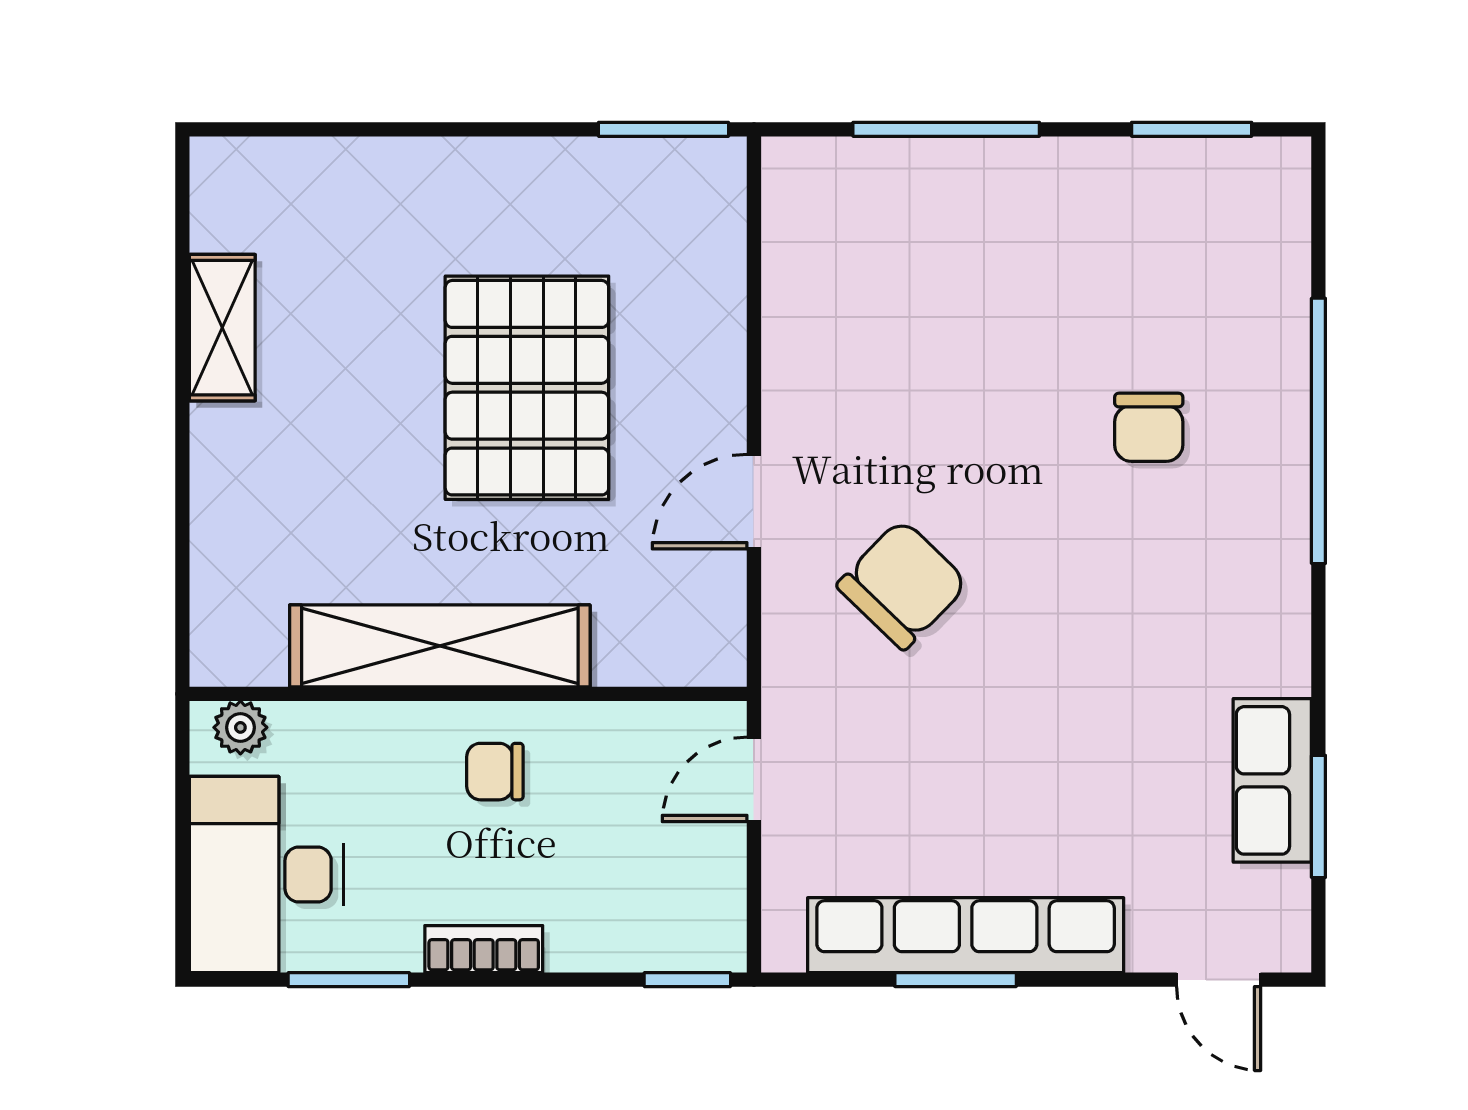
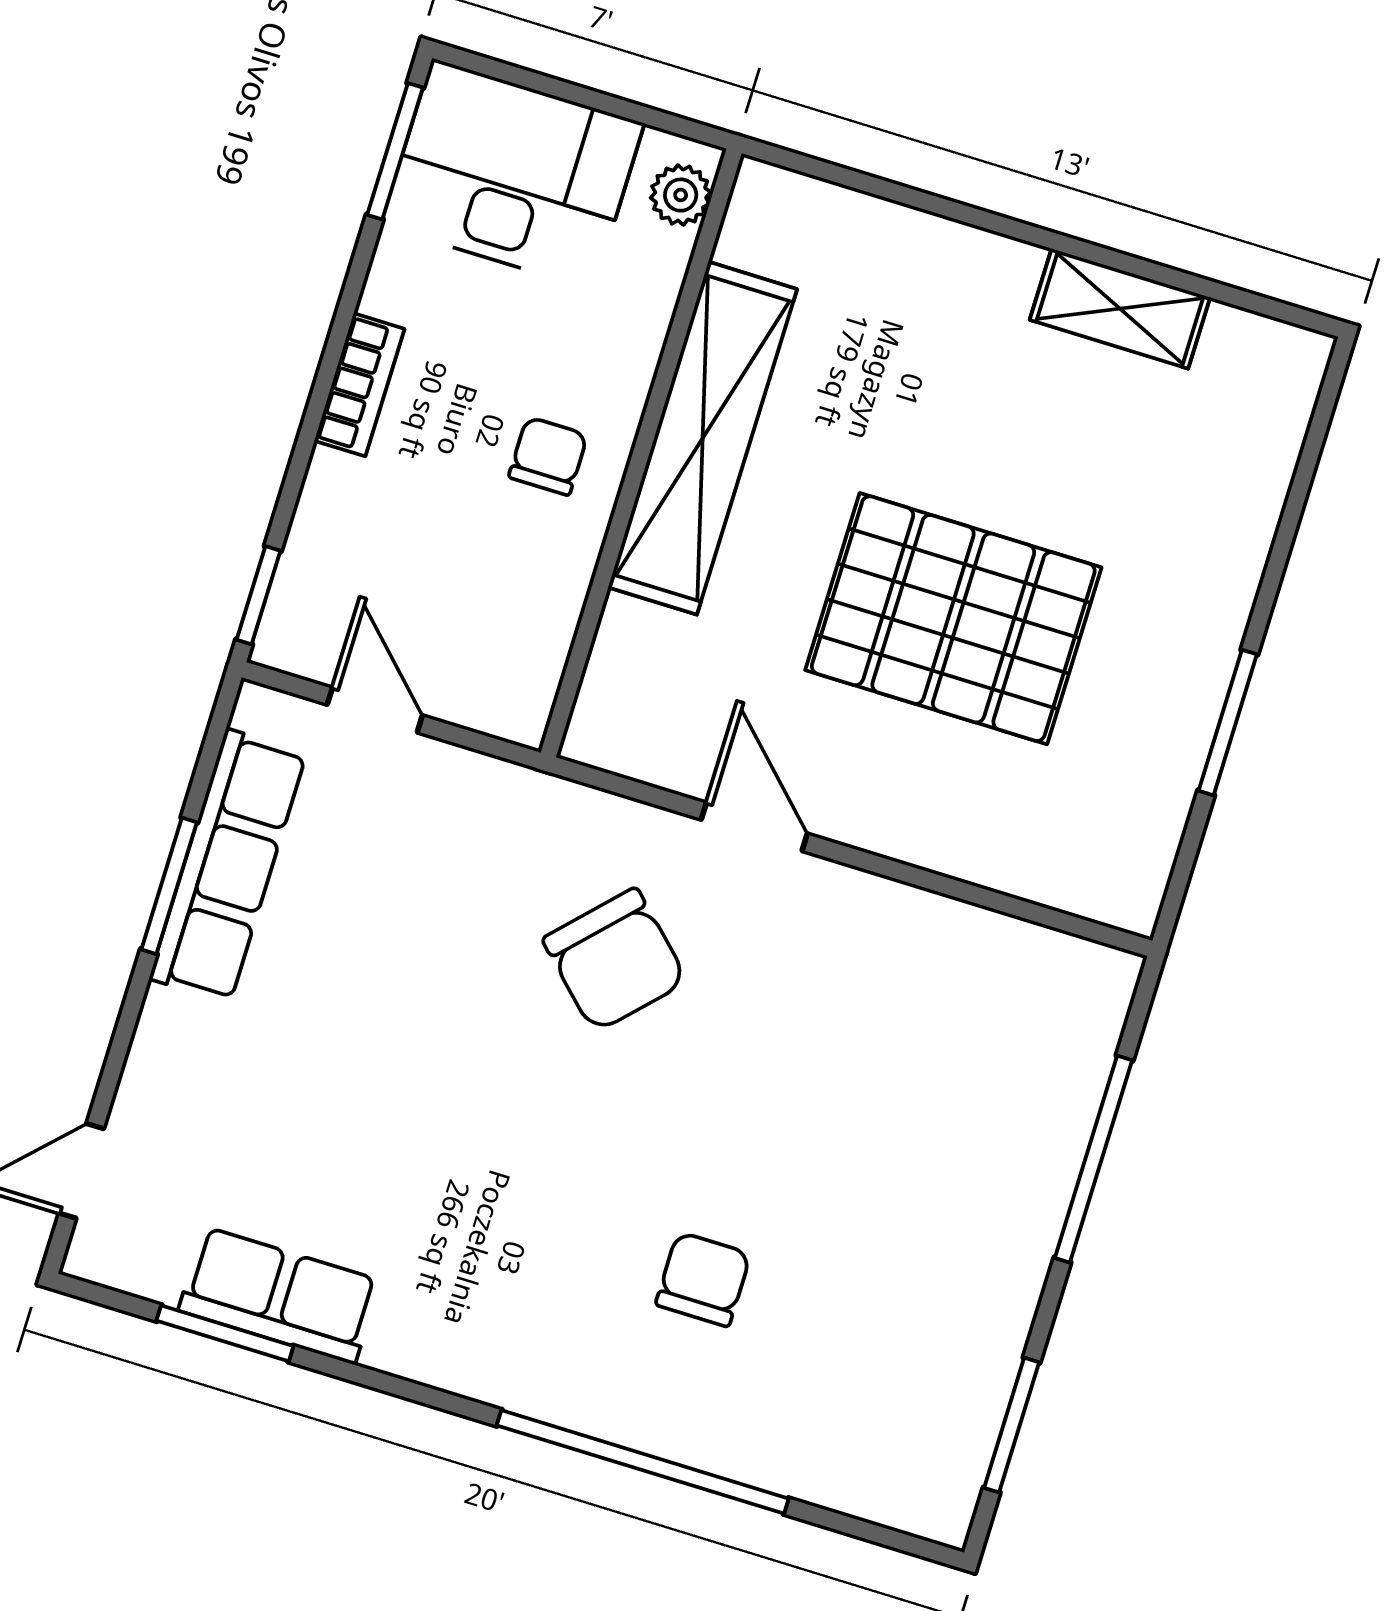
window: (663, 129) -> (1228, 723), moved
chair: (1149, 427) -> (703, 1279), turned 90
door: (754, 779) -> (375, 710), moved
row of seats: (966, 935) -> (228, 866), width x0.73
window: (349, 980) -> (395, 151), moved

